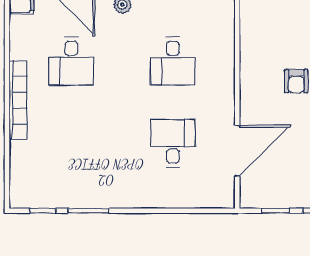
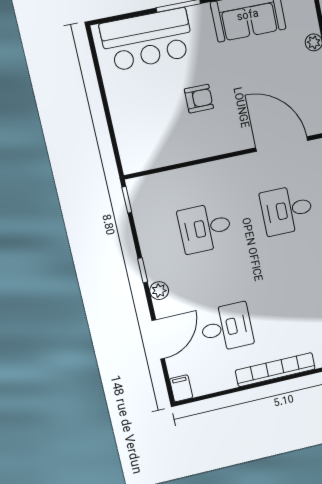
desk: (173, 61) -> (205, 228), turned 180

